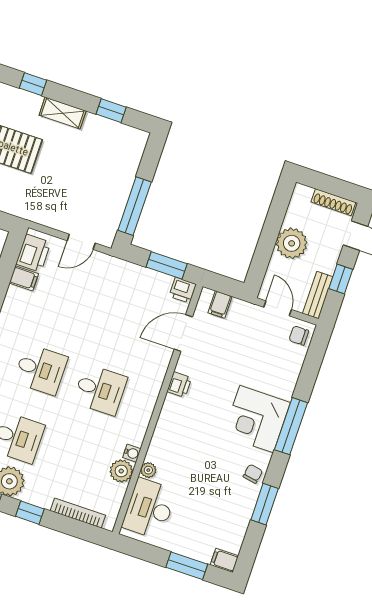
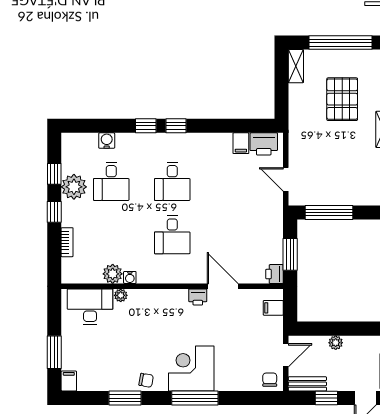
plant: (292, 243) -> (336, 343), width x0.53, depth x0.53
door: (183, 333) -> (223, 286), moved
bookcase: (78, 513) -> (67, 242), width x0.64

